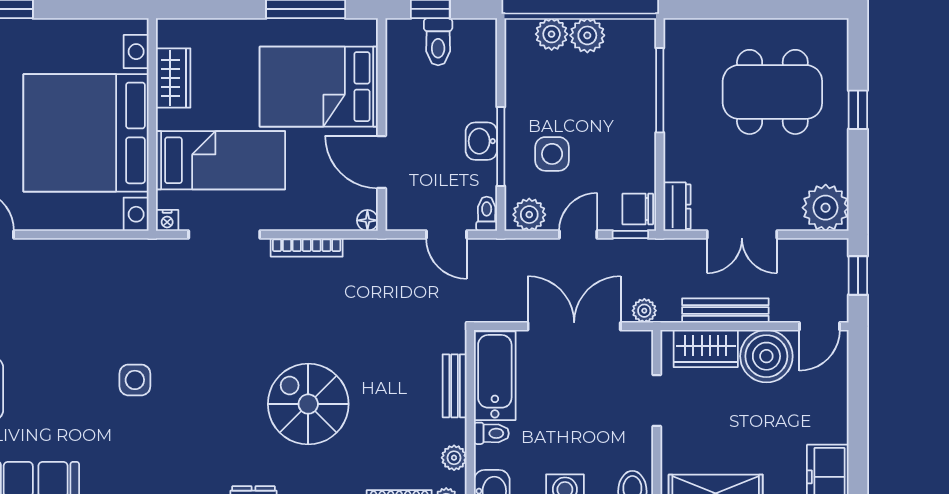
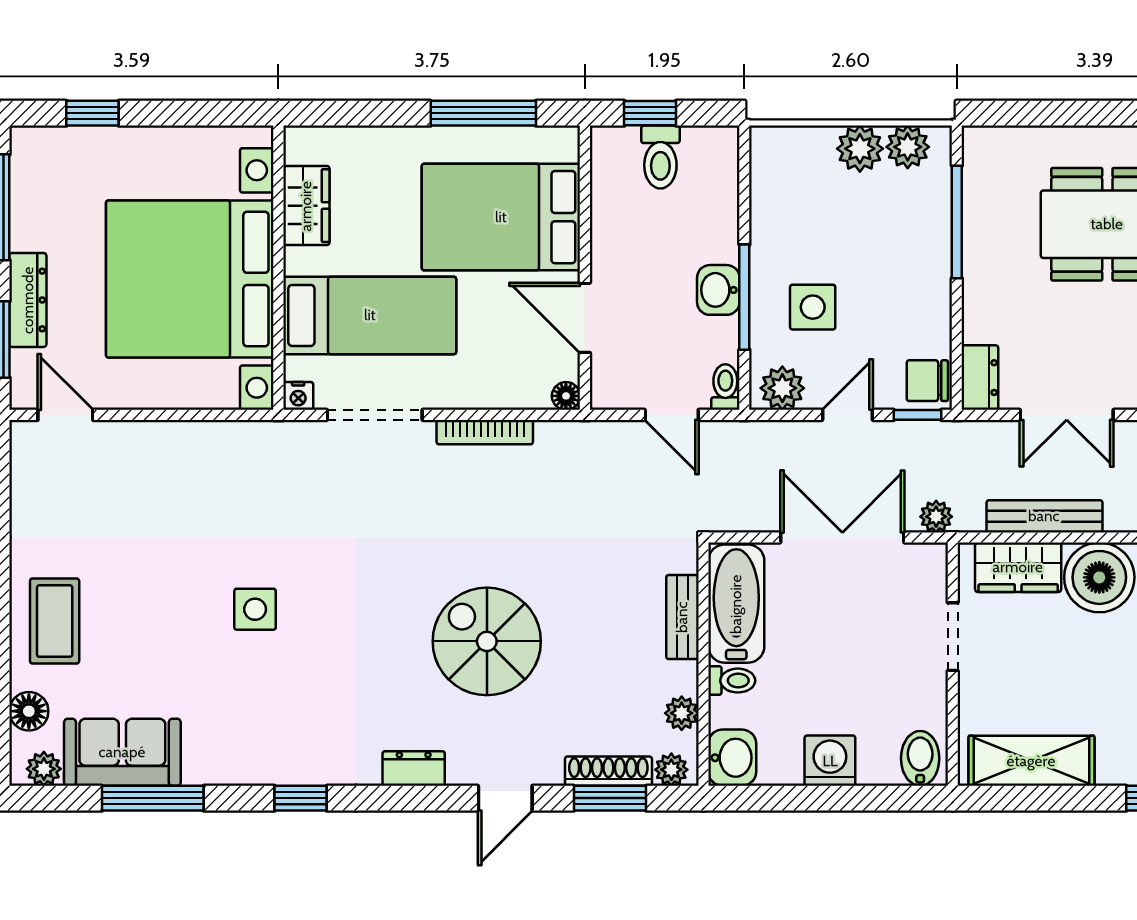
plant: (552, 34) -> (908, 147), moved

